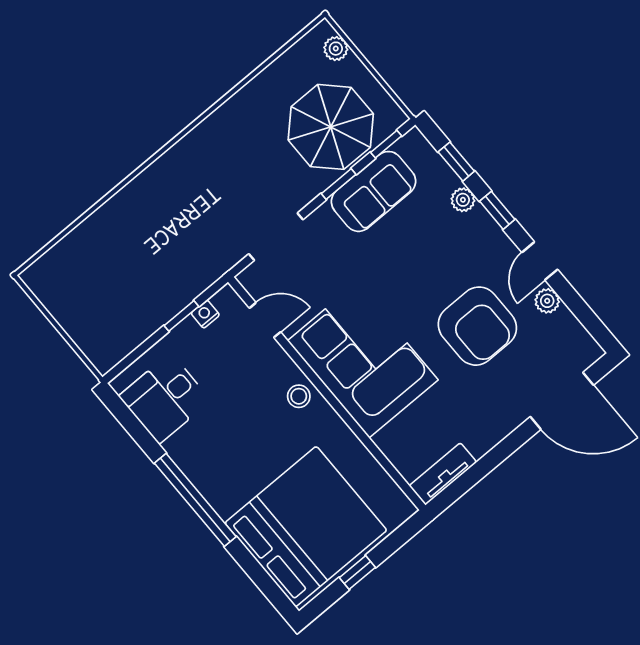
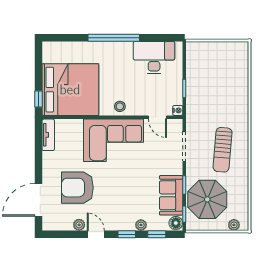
floor lamp: (412, 146) -> (176, 223), added
sun lounger: (229, 170) -> (223, 150), added
nightstand: (205, 314) -> (178, 110), moved
door: (265, 320) -> (158, 117), hinge flipped
armchair: (477, 326) -> (77, 188), moved
desk: (165, 398) -> (154, 57), width x1.37
bed: (306, 527) -> (70, 90), moved, turned -90
window: (357, 572) -> (39, 99), moved

